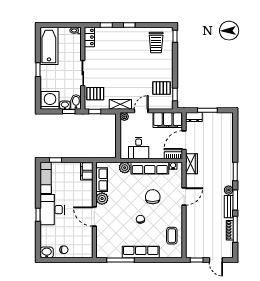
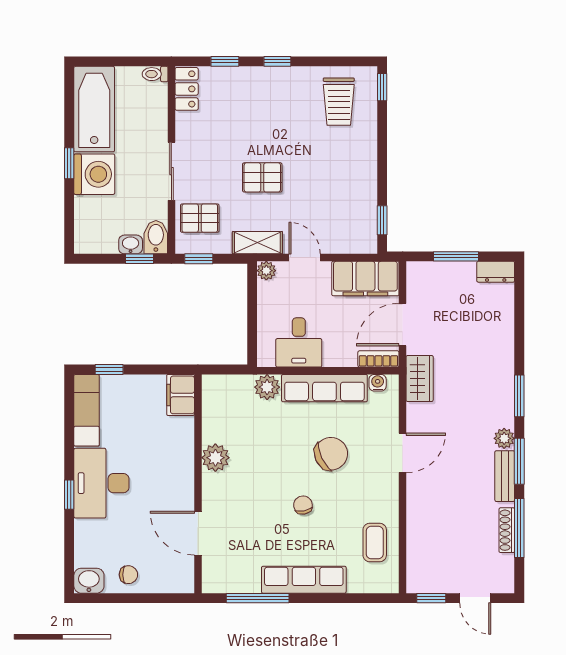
pallet: (162, 88) -> (262, 177), moved
washing machine: (50, 100) -> (94, 174), moved, turned 90
door: (141, 111) -> (305, 258), hinge flipped
dresser: (194, 117) -> (496, 272), moved
row of seats: (102, 180) -> (215, 414), removed
chair: (153, 197) -> (331, 454), turned 65
door: (94, 217) -> (198, 533), moved

